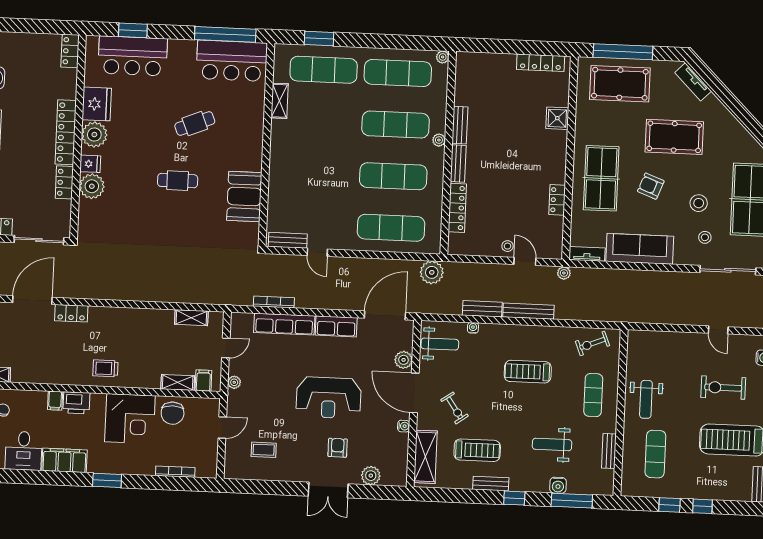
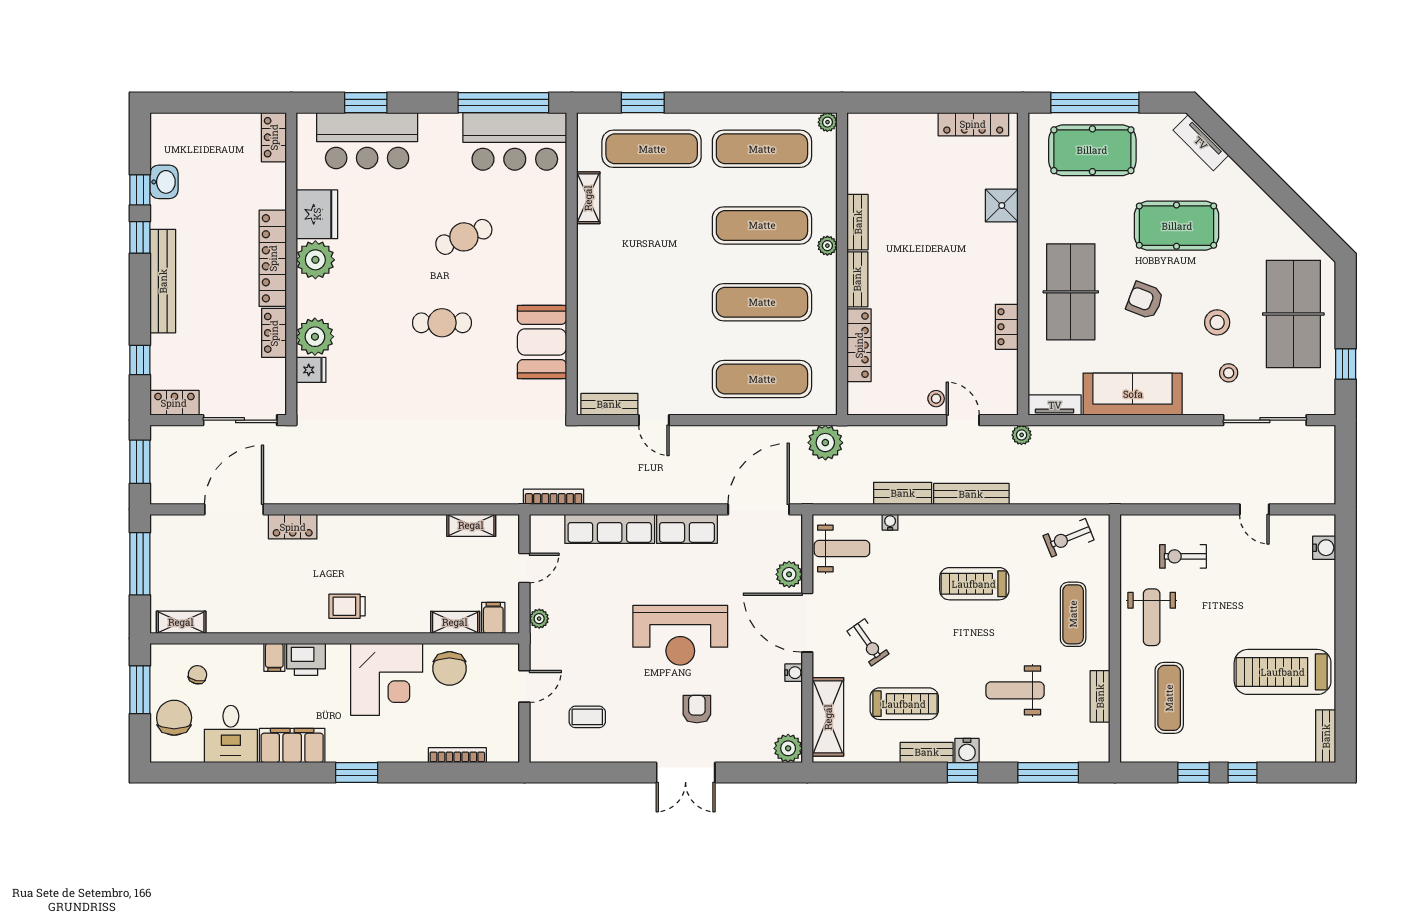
fridge: (90, 164) -> (311, 370), moved
bookcase: (274, 302) -> (554, 497), moved
exercise bike: (723, 388) -> (1183, 556), moved, width x0.73, depth x0.72
plant: (371, 476) -> (788, 748), moved
water cooler: (558, 485) -> (967, 750), moved

